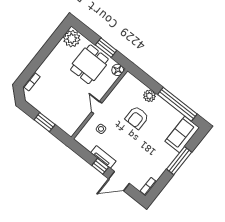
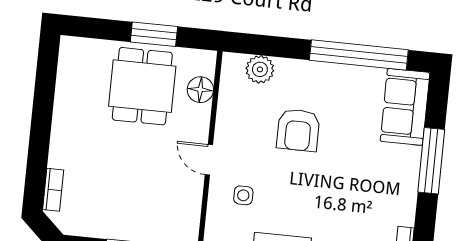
plant: (72, 39) -> (77, 59), removed
floor lamp: (118, 70) -> (200, 90), moved
plant: (150, 96) -> (260, 69), moved

